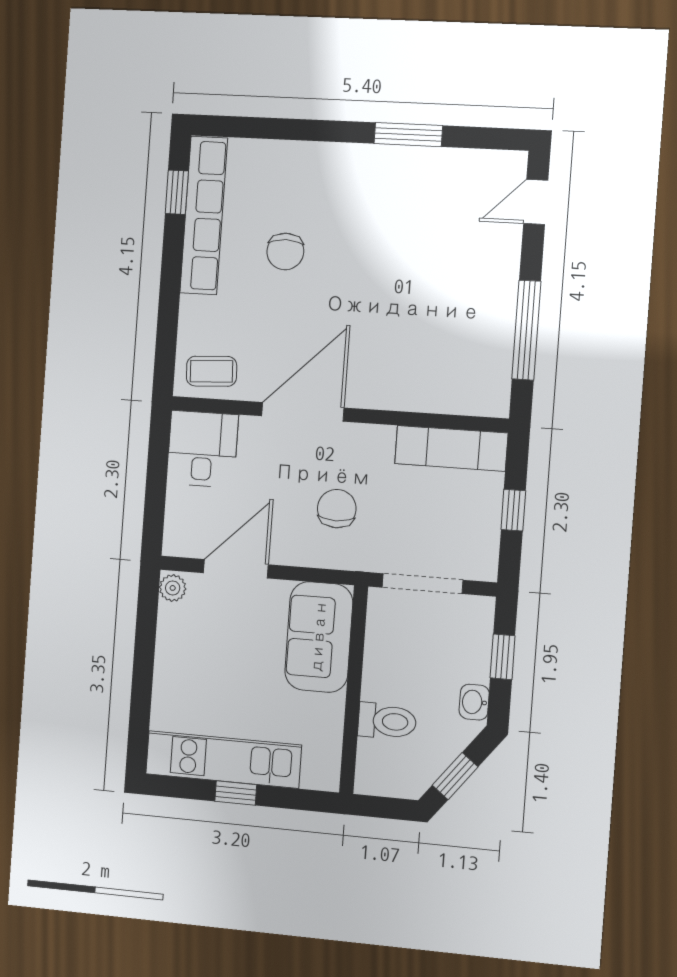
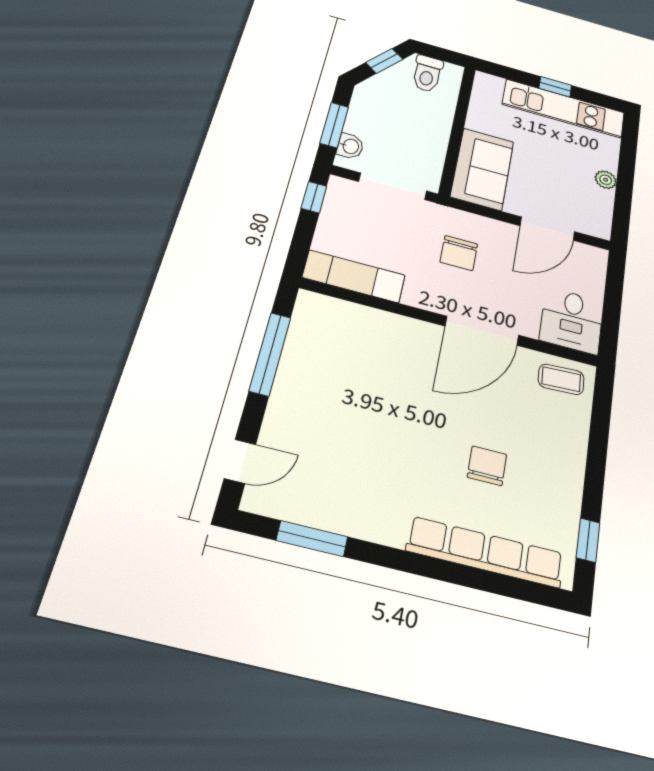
window: (408, 135) -> (312, 539), moved
row of seats: (204, 215) -> (486, 552), moved, turned 90
window: (513, 510) -> (314, 197), moved
plant: (173, 588) -> (606, 180), moved
window: (503, 657) -> (334, 125), width x1.50
washbasin: (474, 702) -> (350, 146), moved
toilet: (387, 721) -> (427, 74), moved, turned -90

